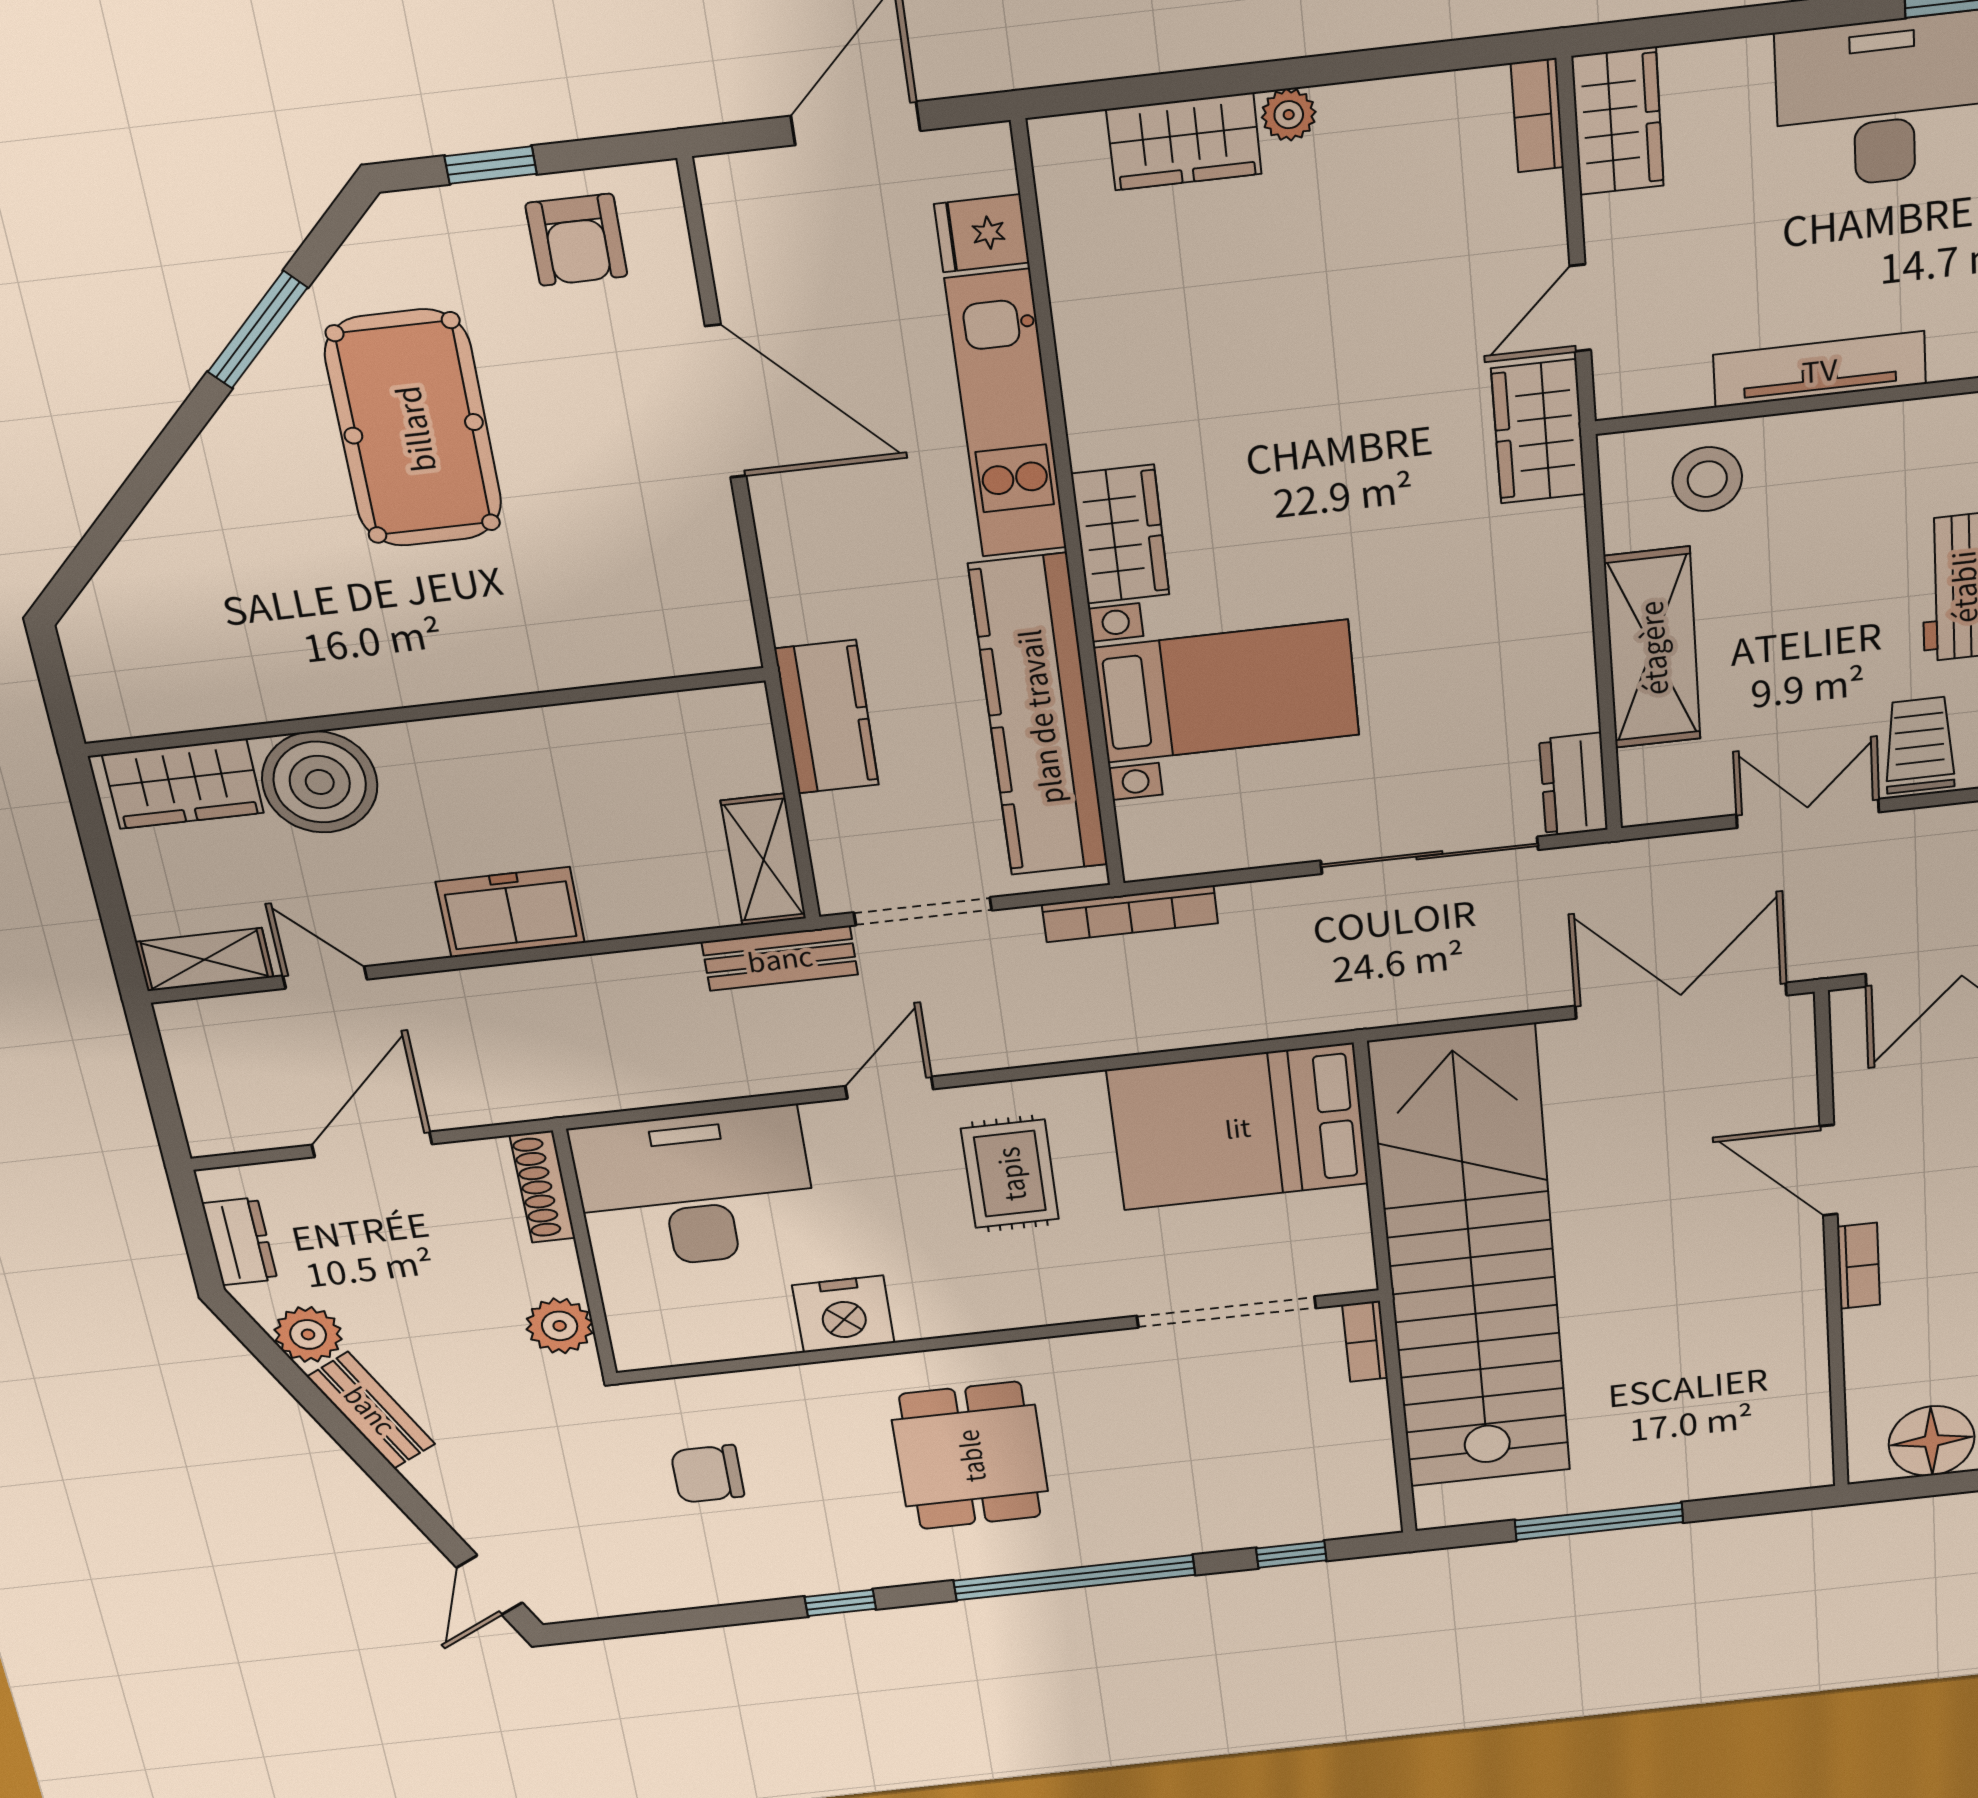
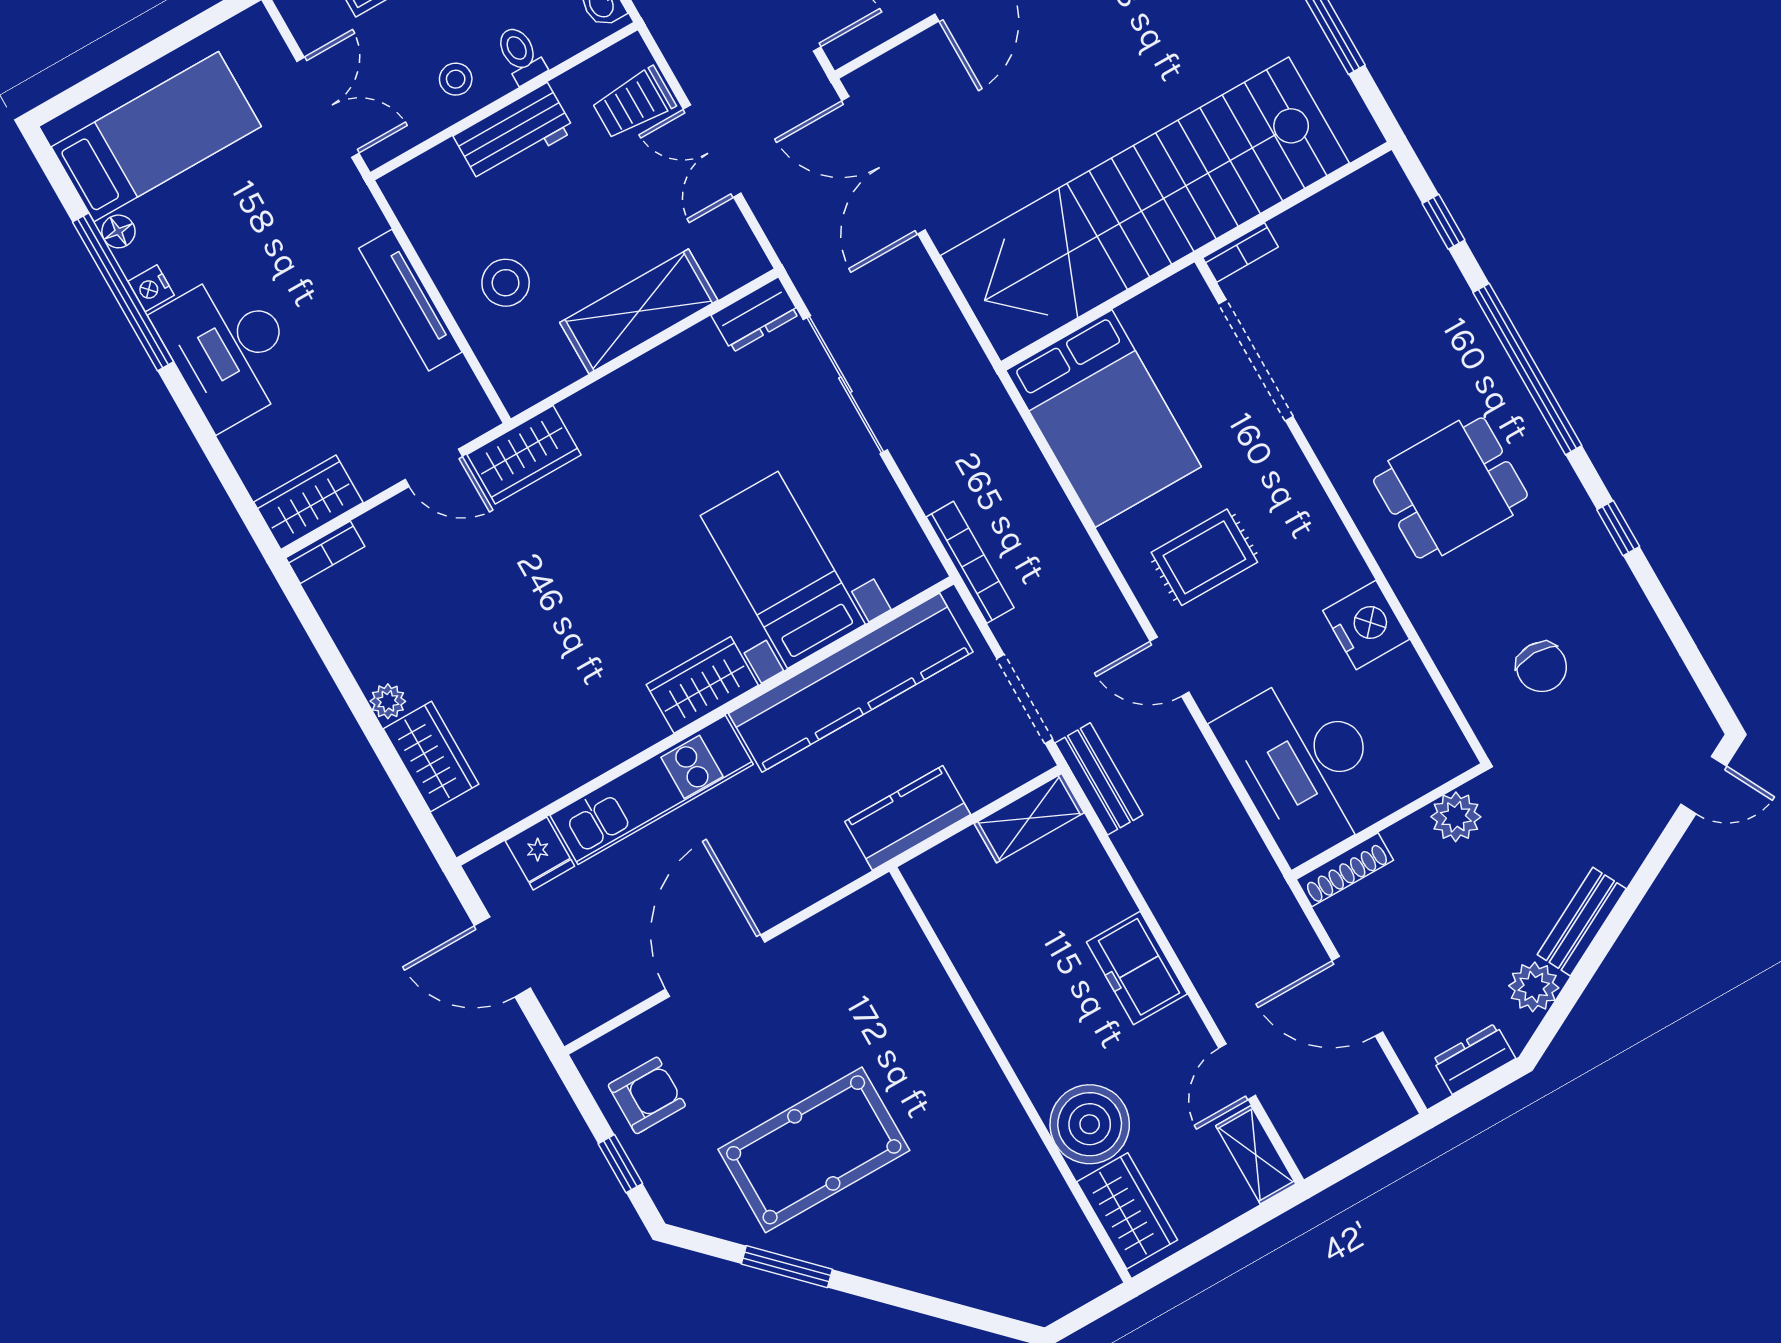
stool: (1707, 479) -> (506, 283), moved

